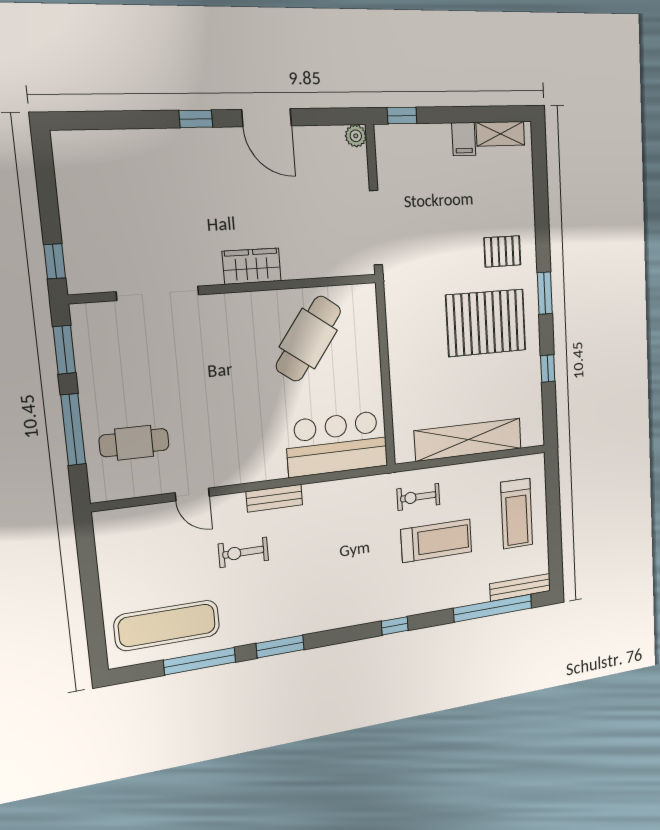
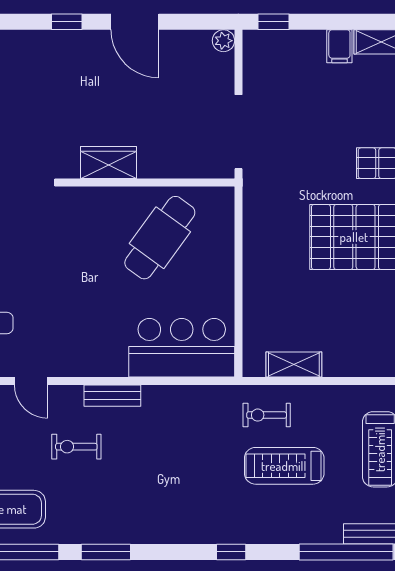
shelving: (468, 440) -> (294, 364), width x0.45, depth x0.75
treadmill: (436, 541) -> (284, 466), turned 180

